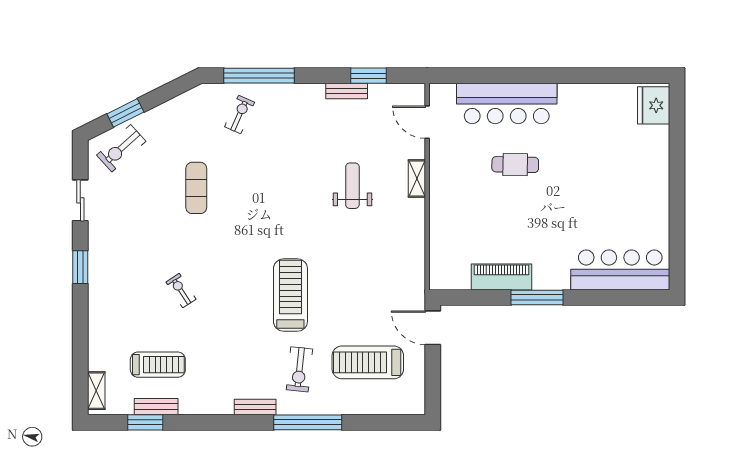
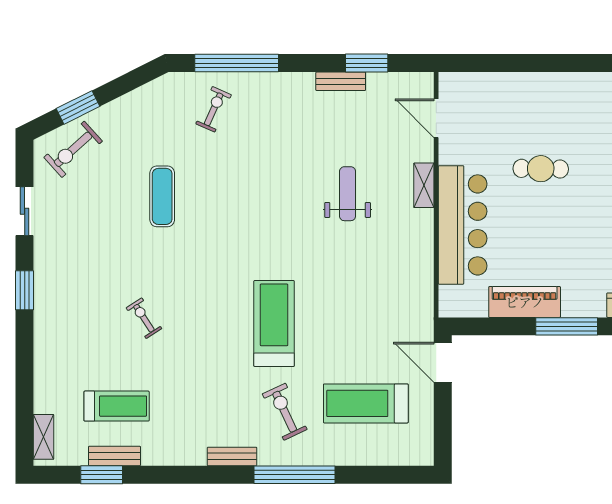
bar counter: (507, 103) -> (463, 225), moved, turned -90
exercise bike: (299, 369) -> (285, 412), turned 149

